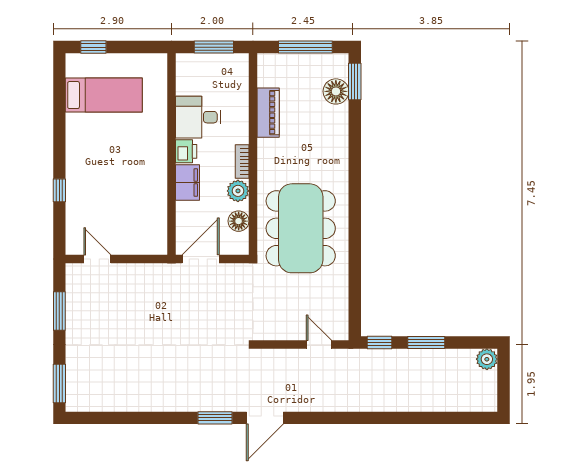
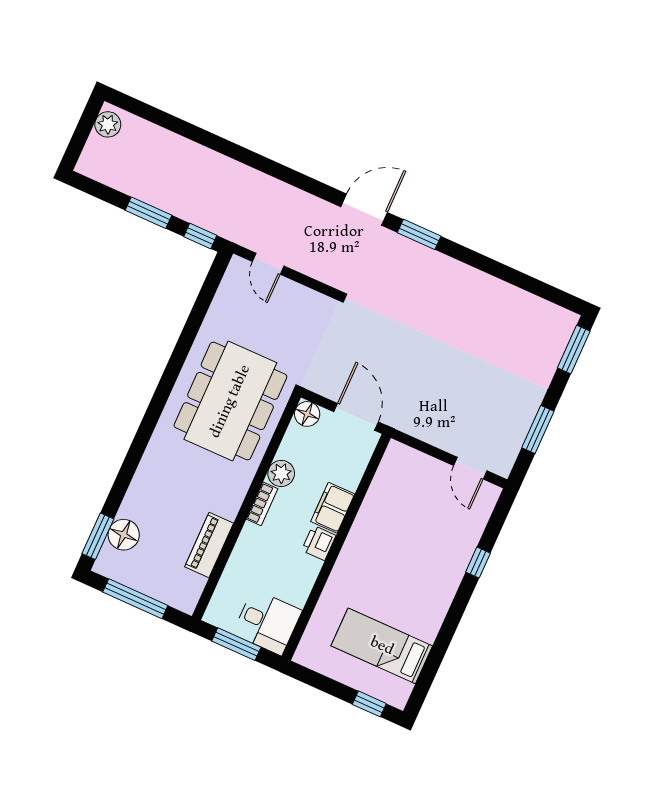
desk: (198, 117) -> (267, 622), moved
floor lamp: (239, 221) -> (307, 414), moved
door: (201, 259) -> (356, 417), swing flipped
plant: (487, 359) -> (108, 124), moved

